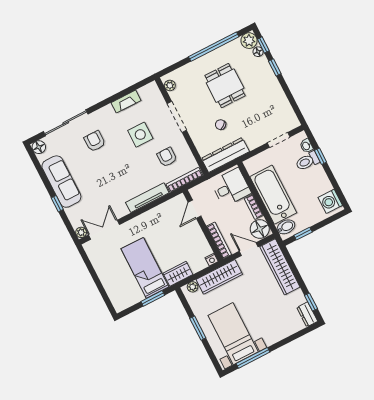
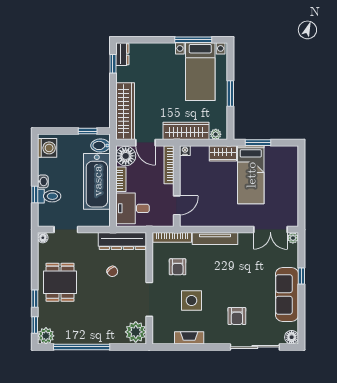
floor lamp: (258, 52) -> (43, 238), moved
plant: (170, 85) -> (136, 332), width x1.88, depth x1.88
dining table: (225, 86) -> (60, 282), moved
washbasin: (306, 146) -> (43, 181), moved

